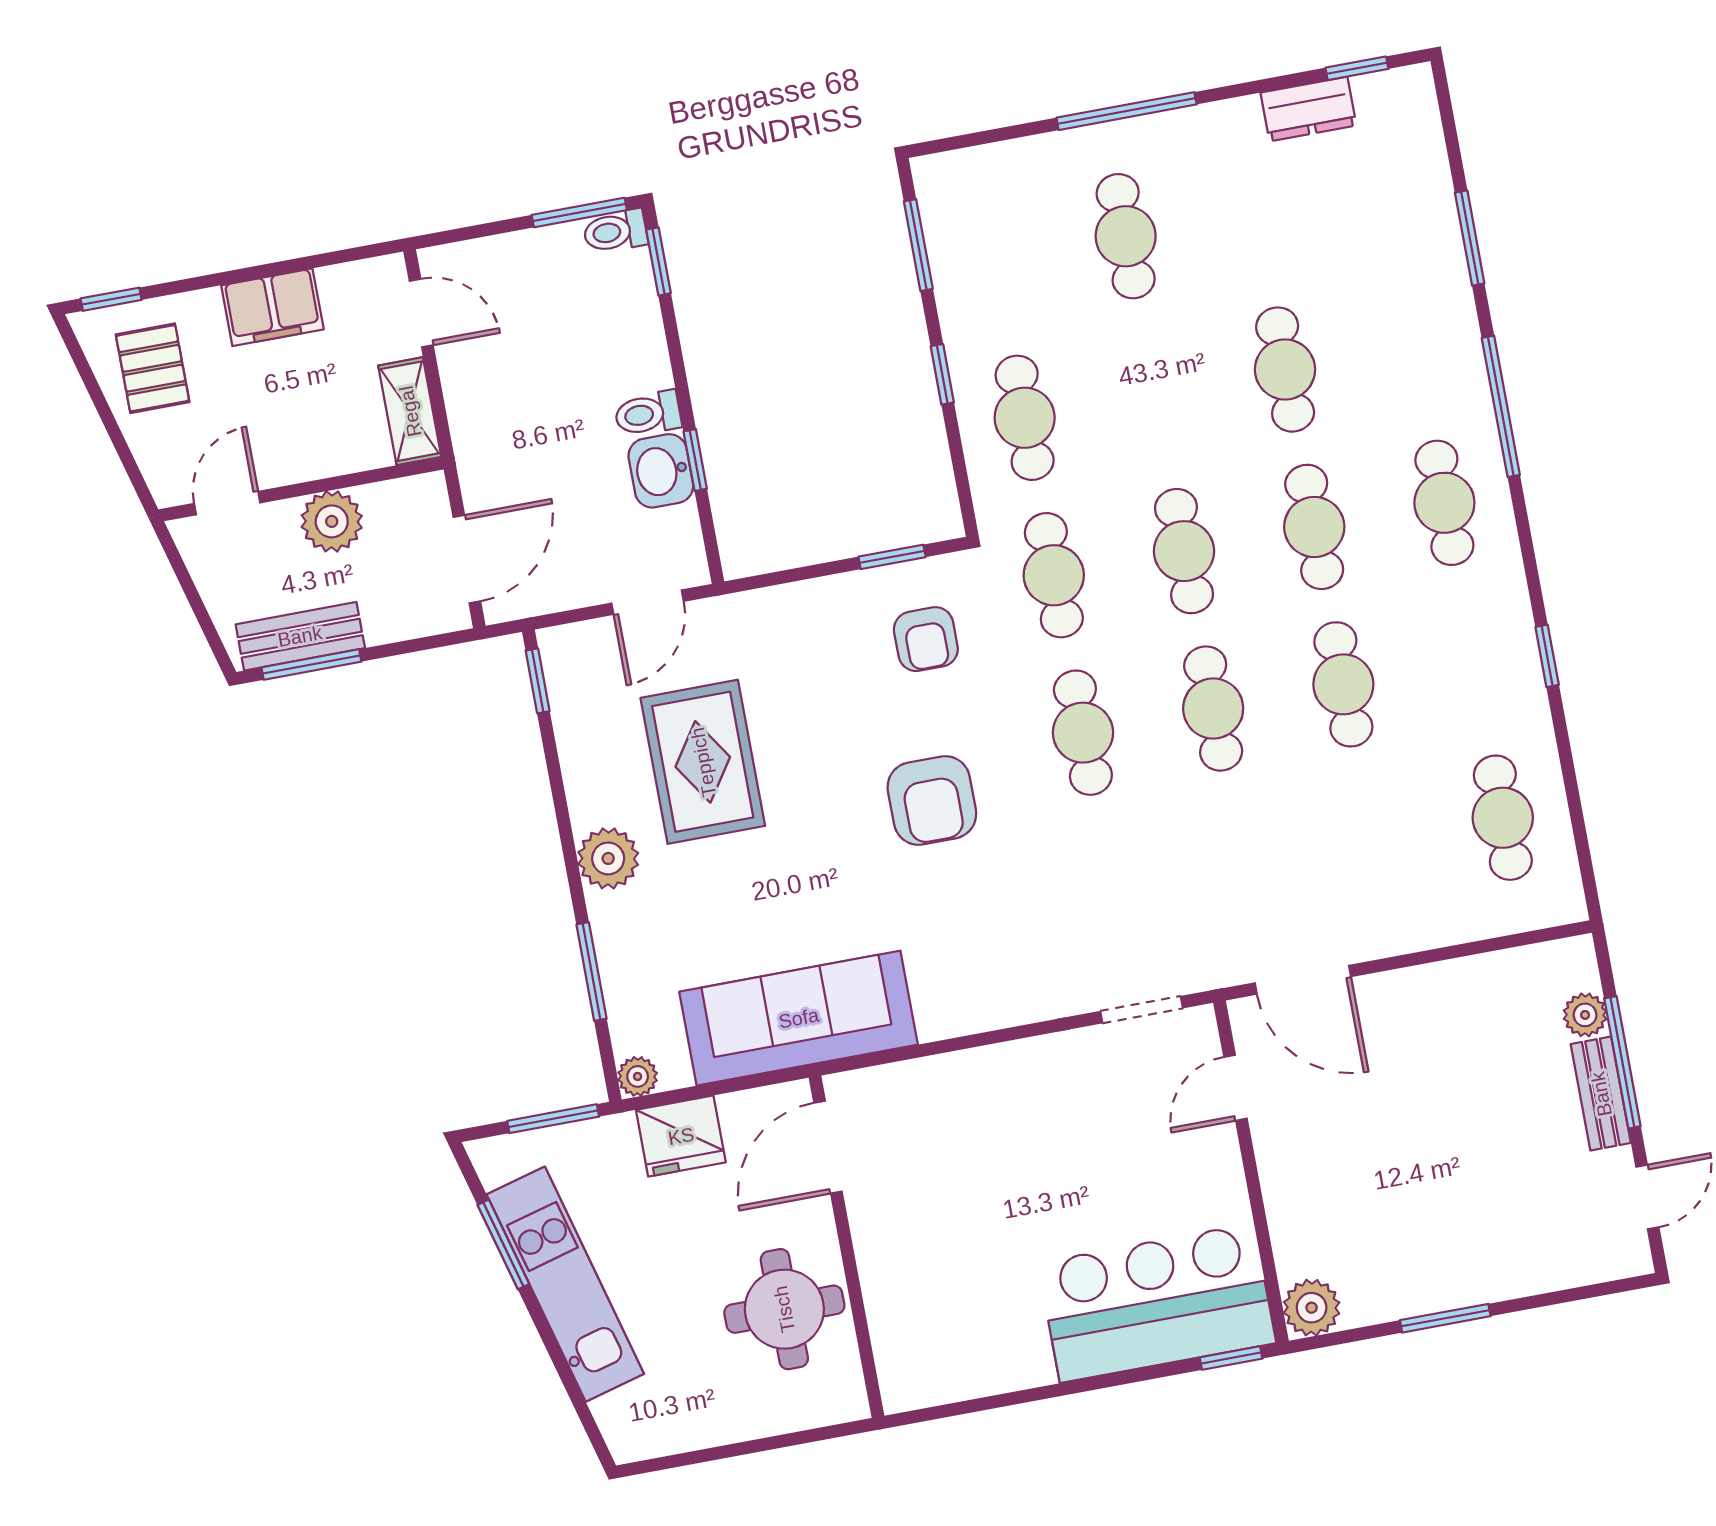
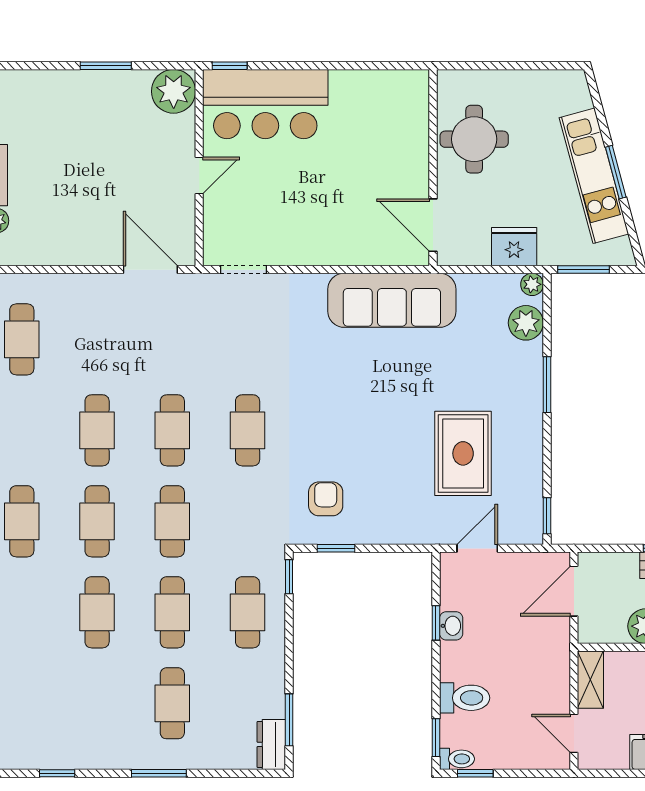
window: (1357, 68) -> (57, 773), moved
dresser: (1308, 109) -> (271, 744), moved, turned -90
window: (1127, 111) -> (159, 773), width x0.69
window: (579, 212) -> (475, 773), width x0.67
window: (942, 374) -> (289, 577), moved
toilet: (648, 414) -> (465, 698), moved, width x1.37, depth x1.39
washbasin: (661, 471) -> (451, 626), width x0.72, depth x0.69
cafe table: (1054, 575) -> (172, 612), moved
armchair: (932, 800) -> (339, 408), removed
plant: (608, 858) -> (526, 323), moved
window: (592, 972) -> (547, 385), moved
sofa: (799, 1018) -> (392, 300), moved
door: (1235, 1088) -> (199, 176), moved
door: (828, 1147) -> (433, 225), swing flipped
window: (503, 1244) -> (616, 172), moved
plant: (1312, 1308) -> (174, 91), width x1.36, depth x1.36

